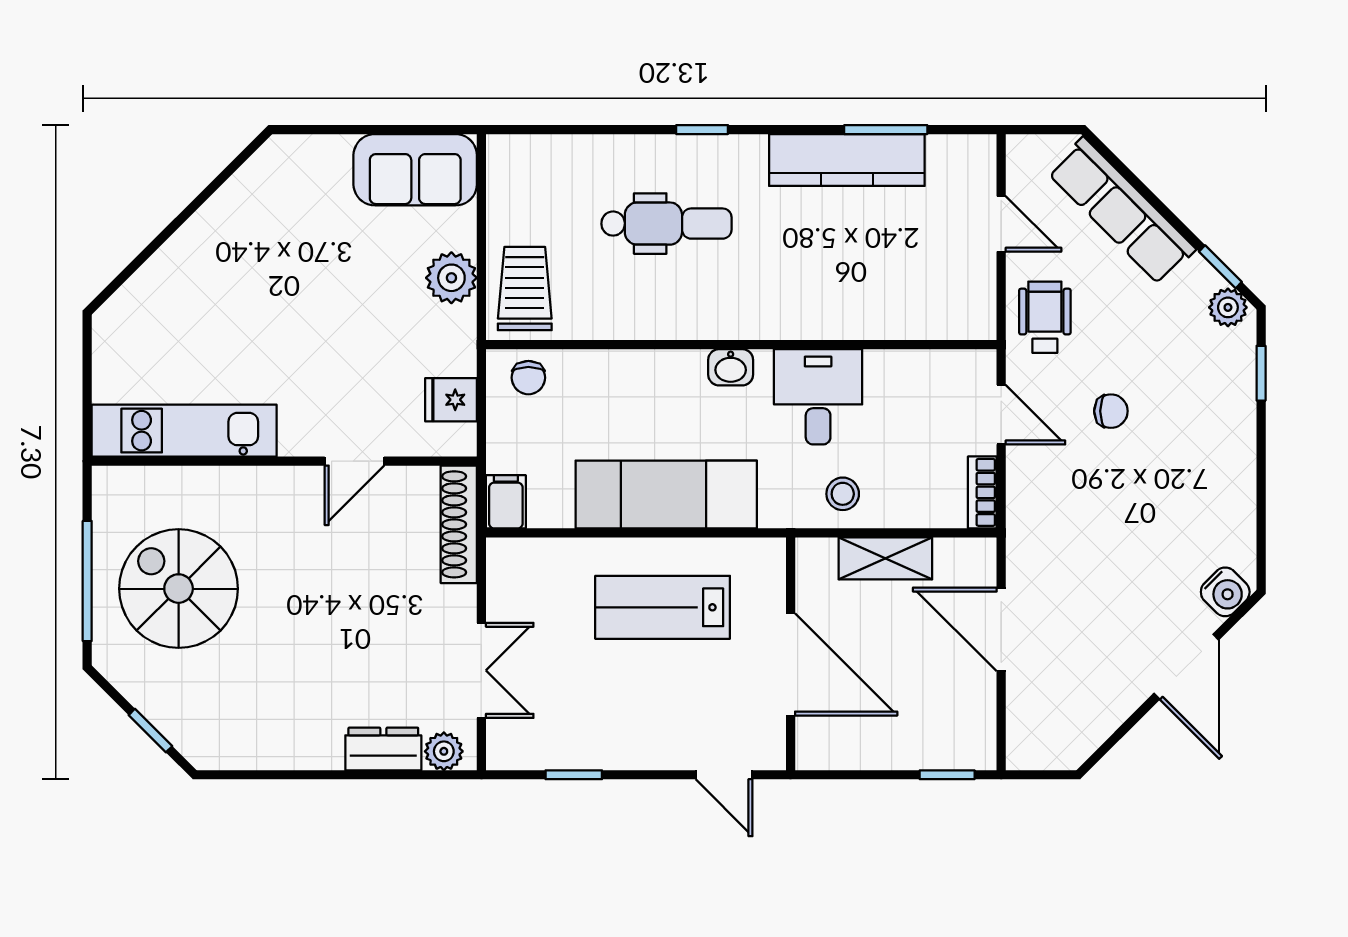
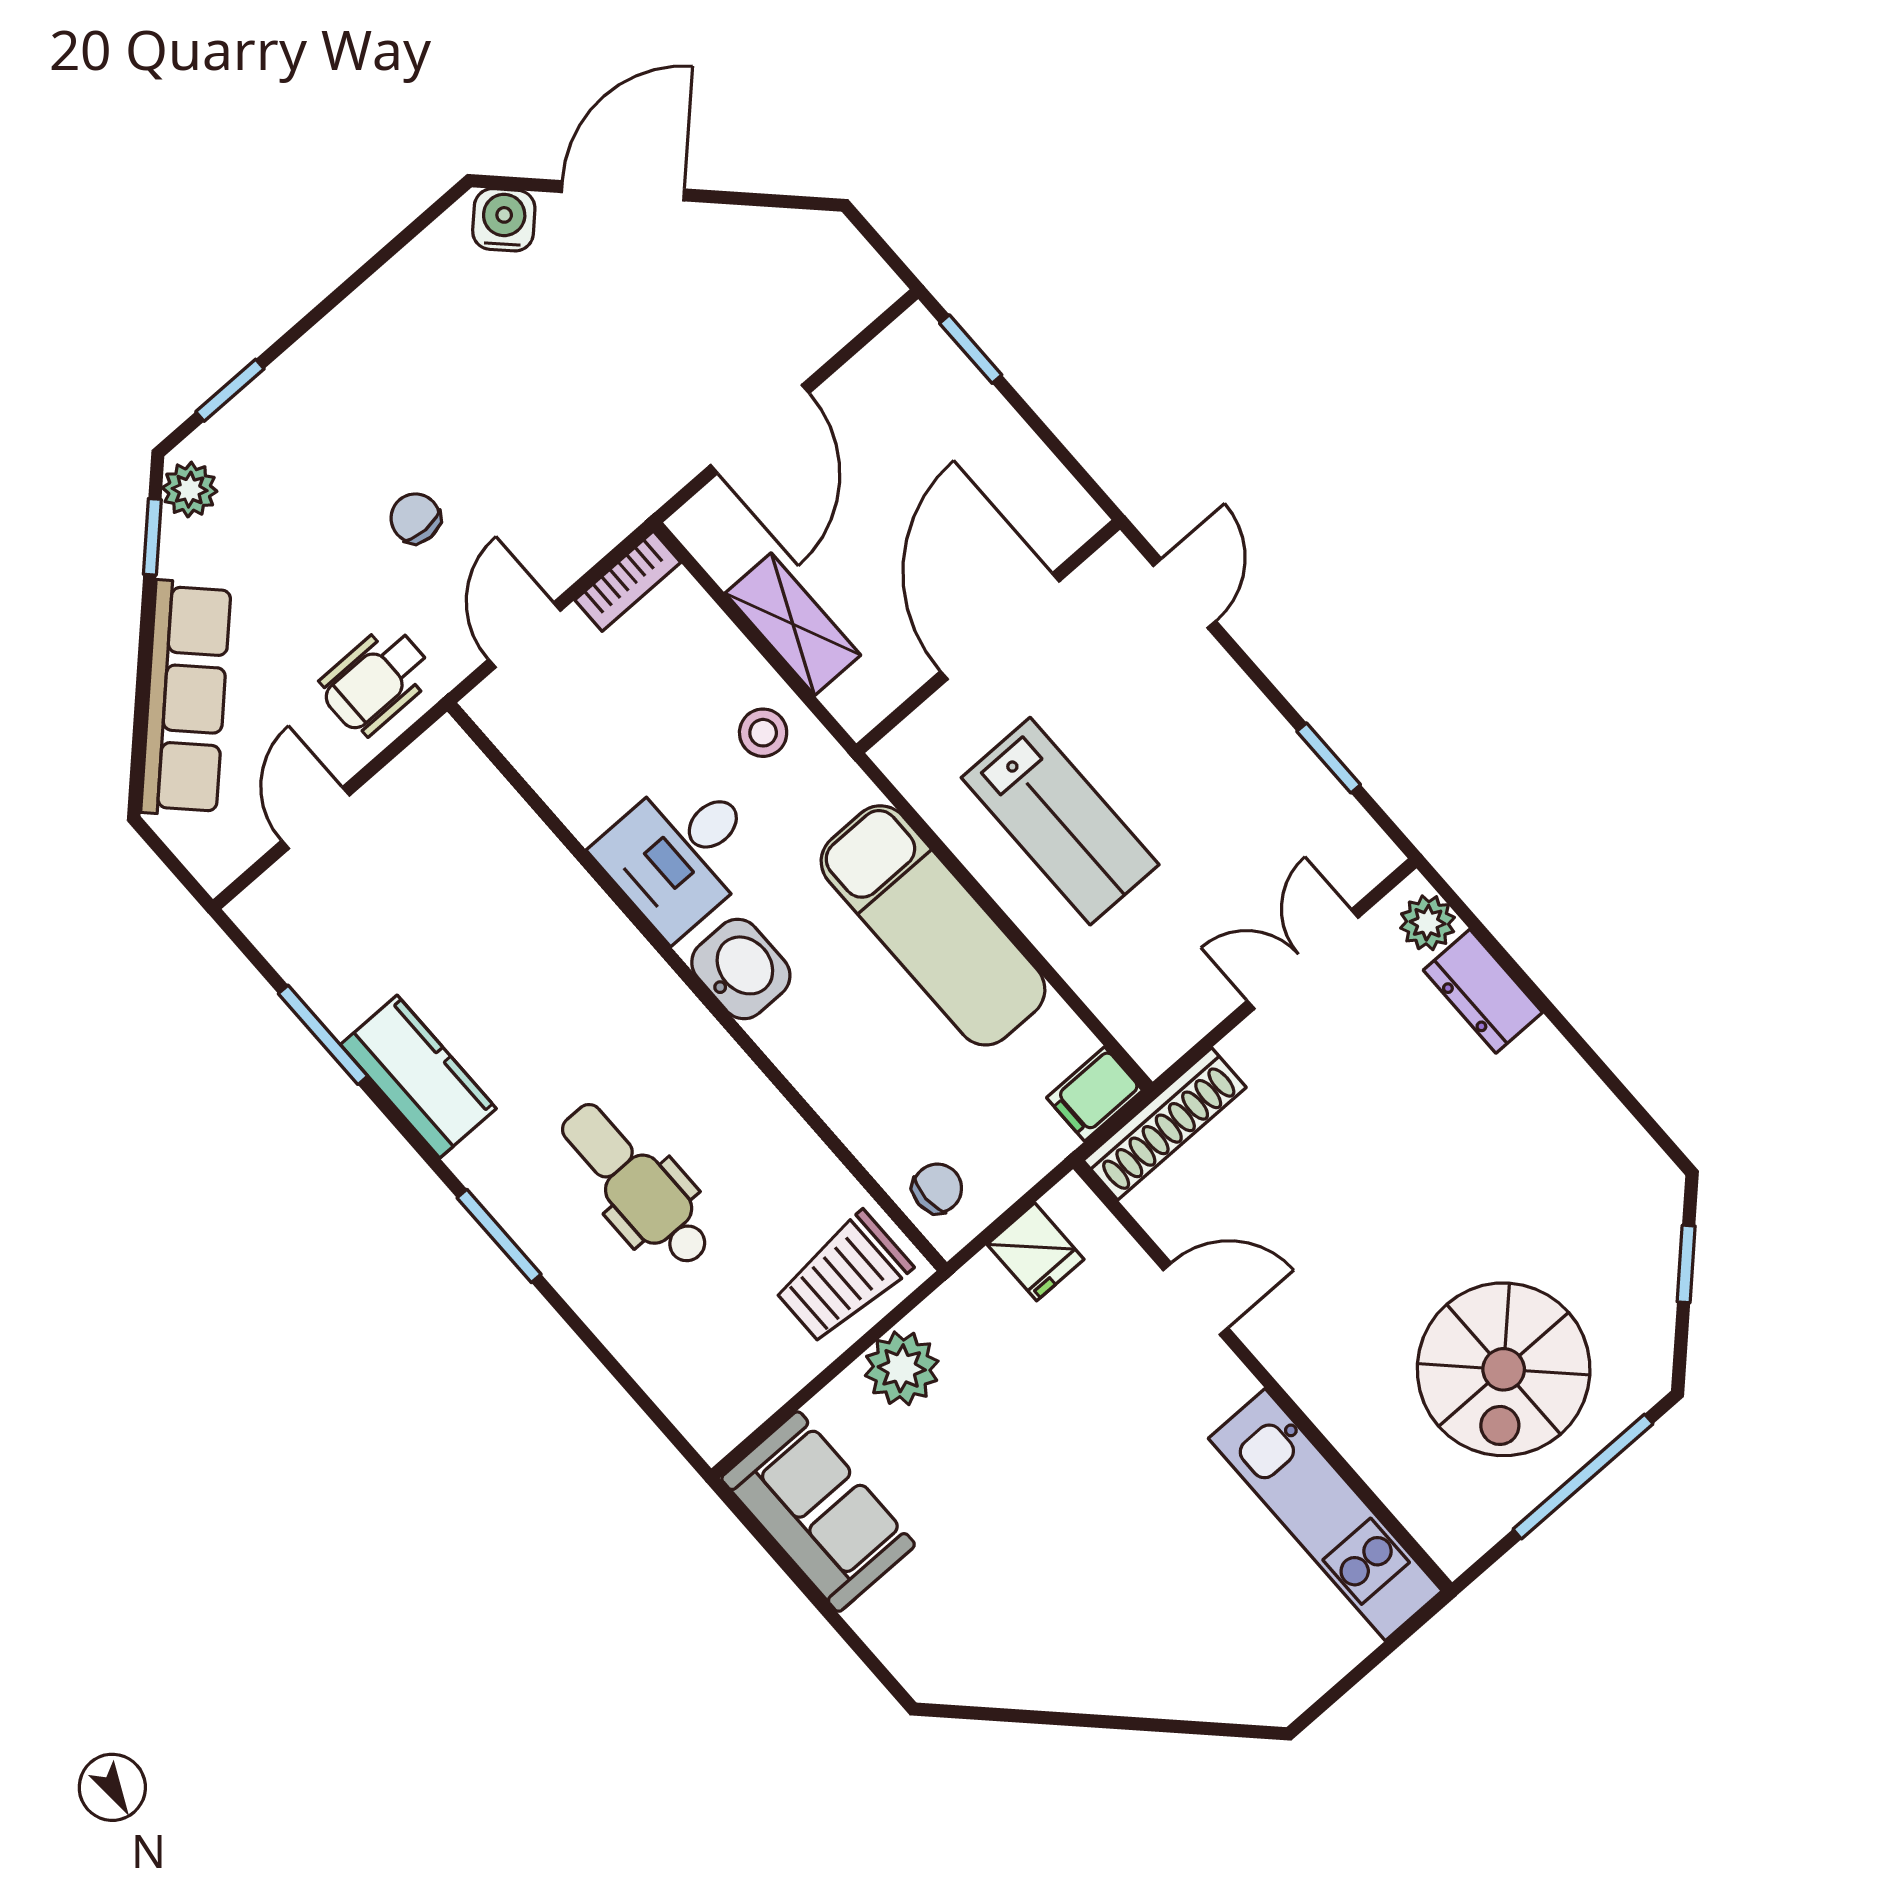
window: (702, 130) -> (499, 1236), width x1.50
kitchen counter: (847, 160) -> (418, 1077), width x0.67
washbasin: (731, 367) -> (741, 969), width x1.38, depth x1.45

